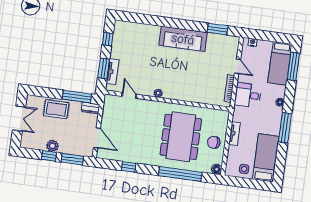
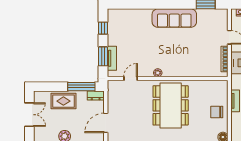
door: (129, 95) -> (131, 79), hinge flipped
dining table: (181, 137) -> (171, 105), moved
door: (97, 138) -> (106, 123), swing flipped

